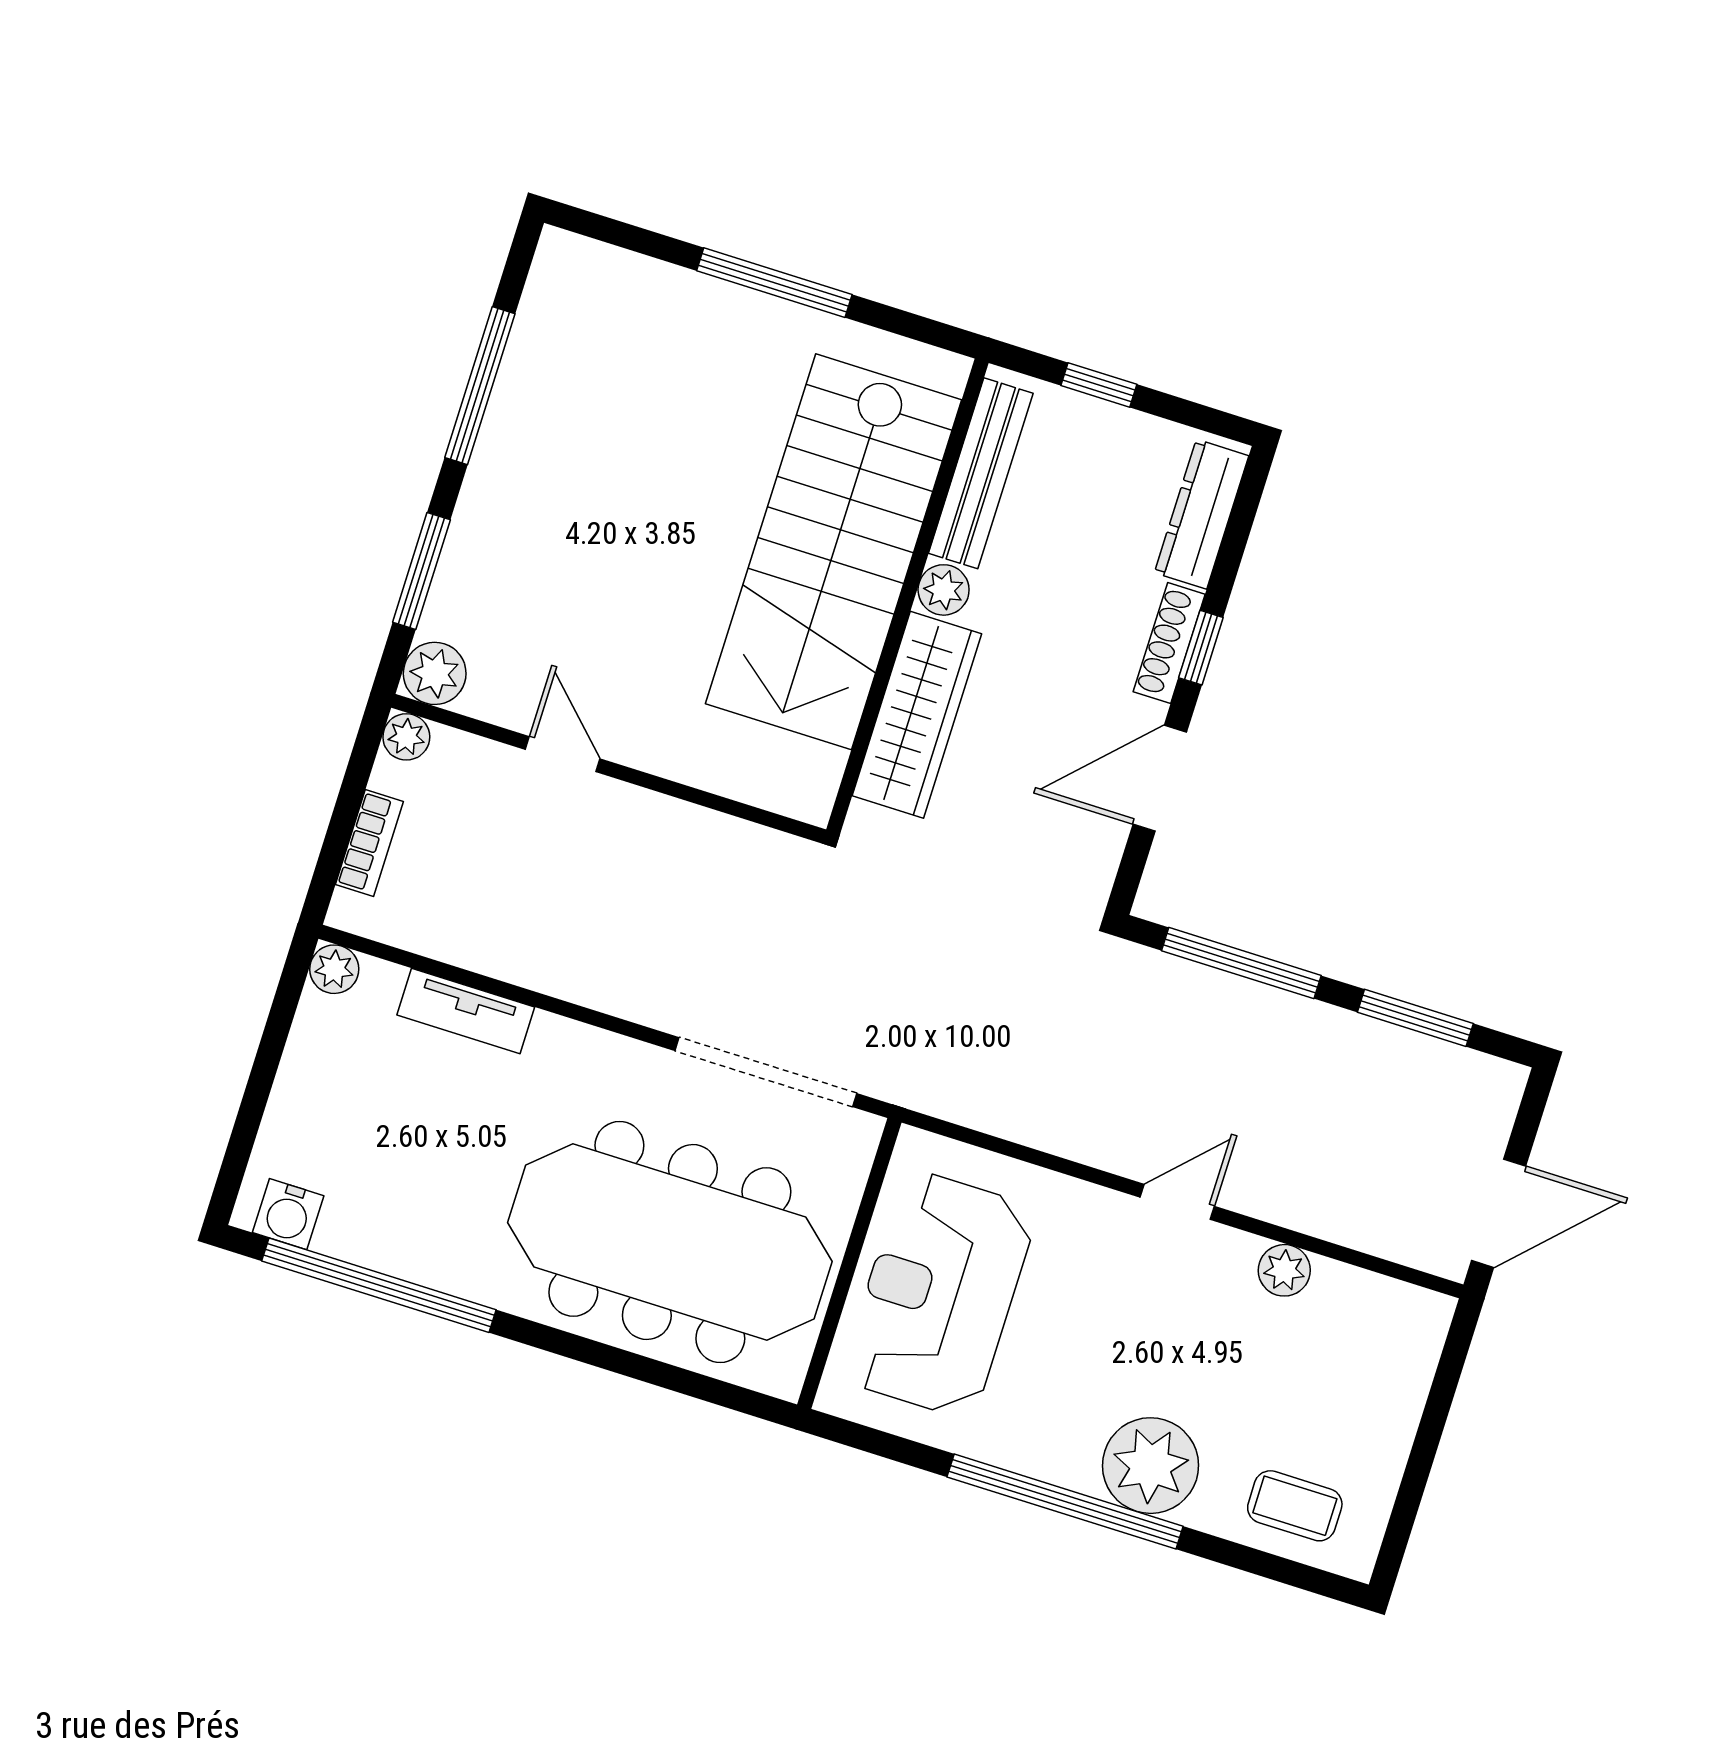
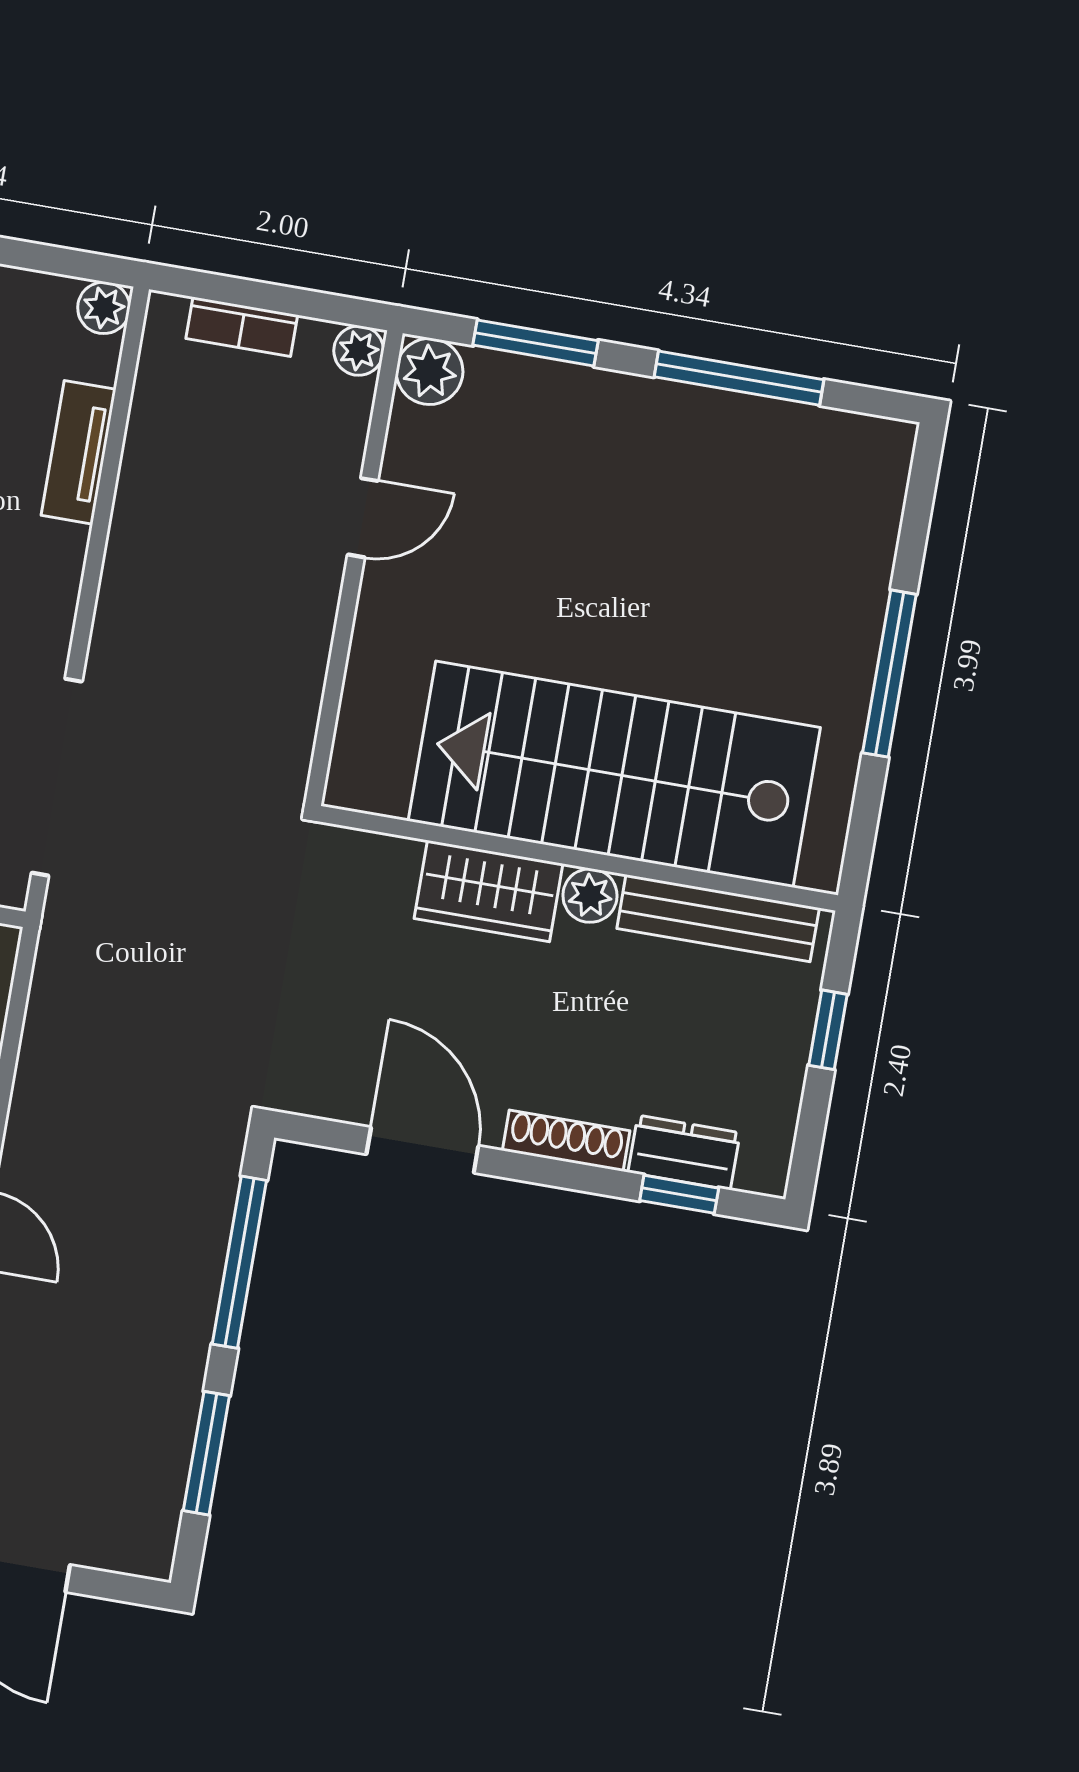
dresser: (1201, 514) -> (684, 1153), width x0.70
window: (1201, 648) -> (679, 1194), moved
wardrobe: (917, 715) -> (489, 891), width x0.67

